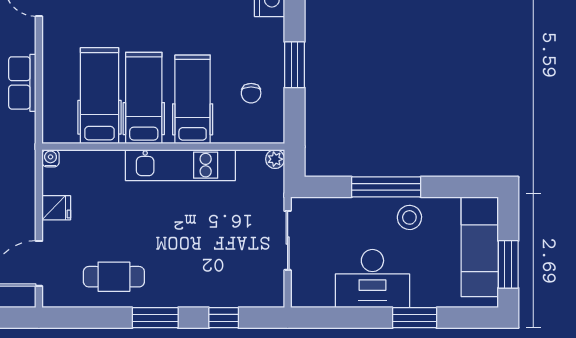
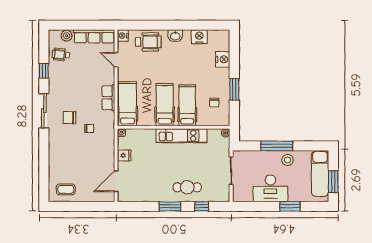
hospital bed: (99, 96) -> (128, 104), moved
cafe table: (114, 277) -> (187, 187), moved

